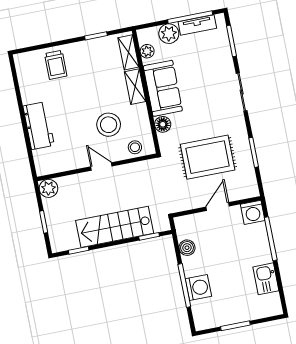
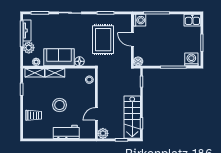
stool: (109, 125) -> (60, 105), moved
door: (101, 166) -> (96, 114), moved
stairs: (115, 227) -> (132, 117), moved
boiler: (187, 248) -> (138, 61), moved
kitchen sink: (266, 279) -> (192, 20), moved
washing machine: (198, 288) -> (191, 59), moved

